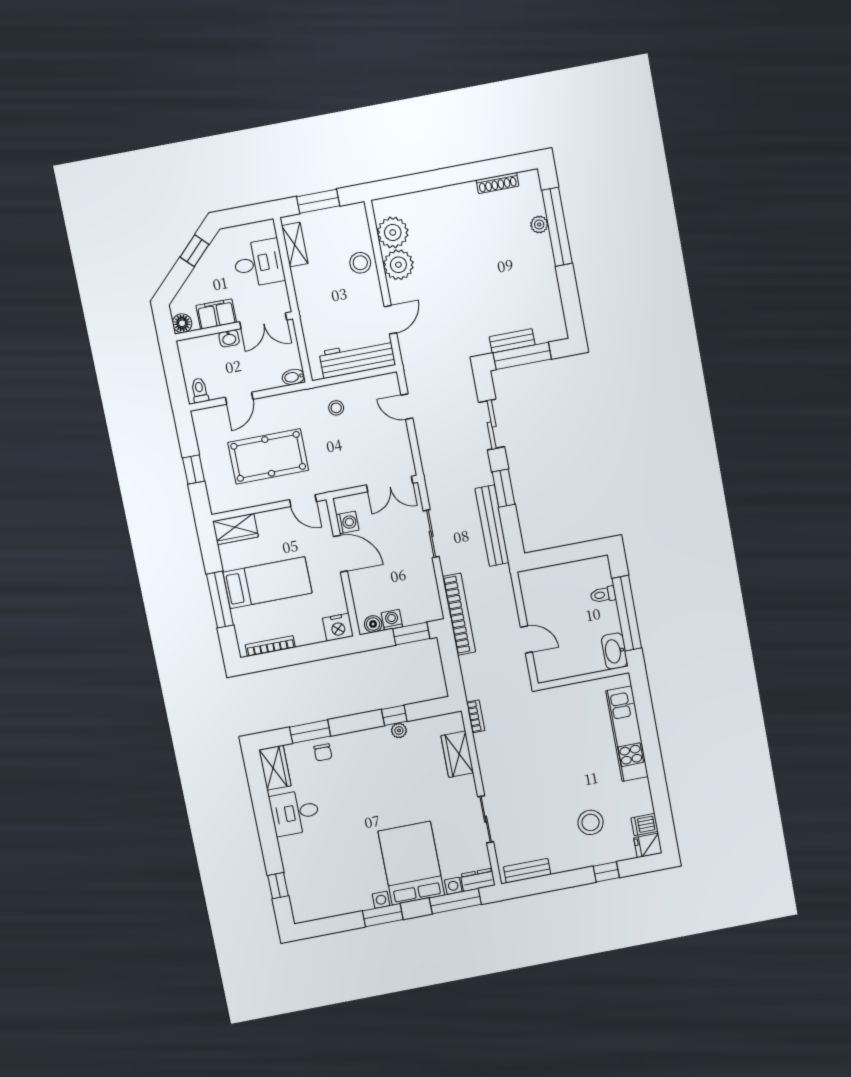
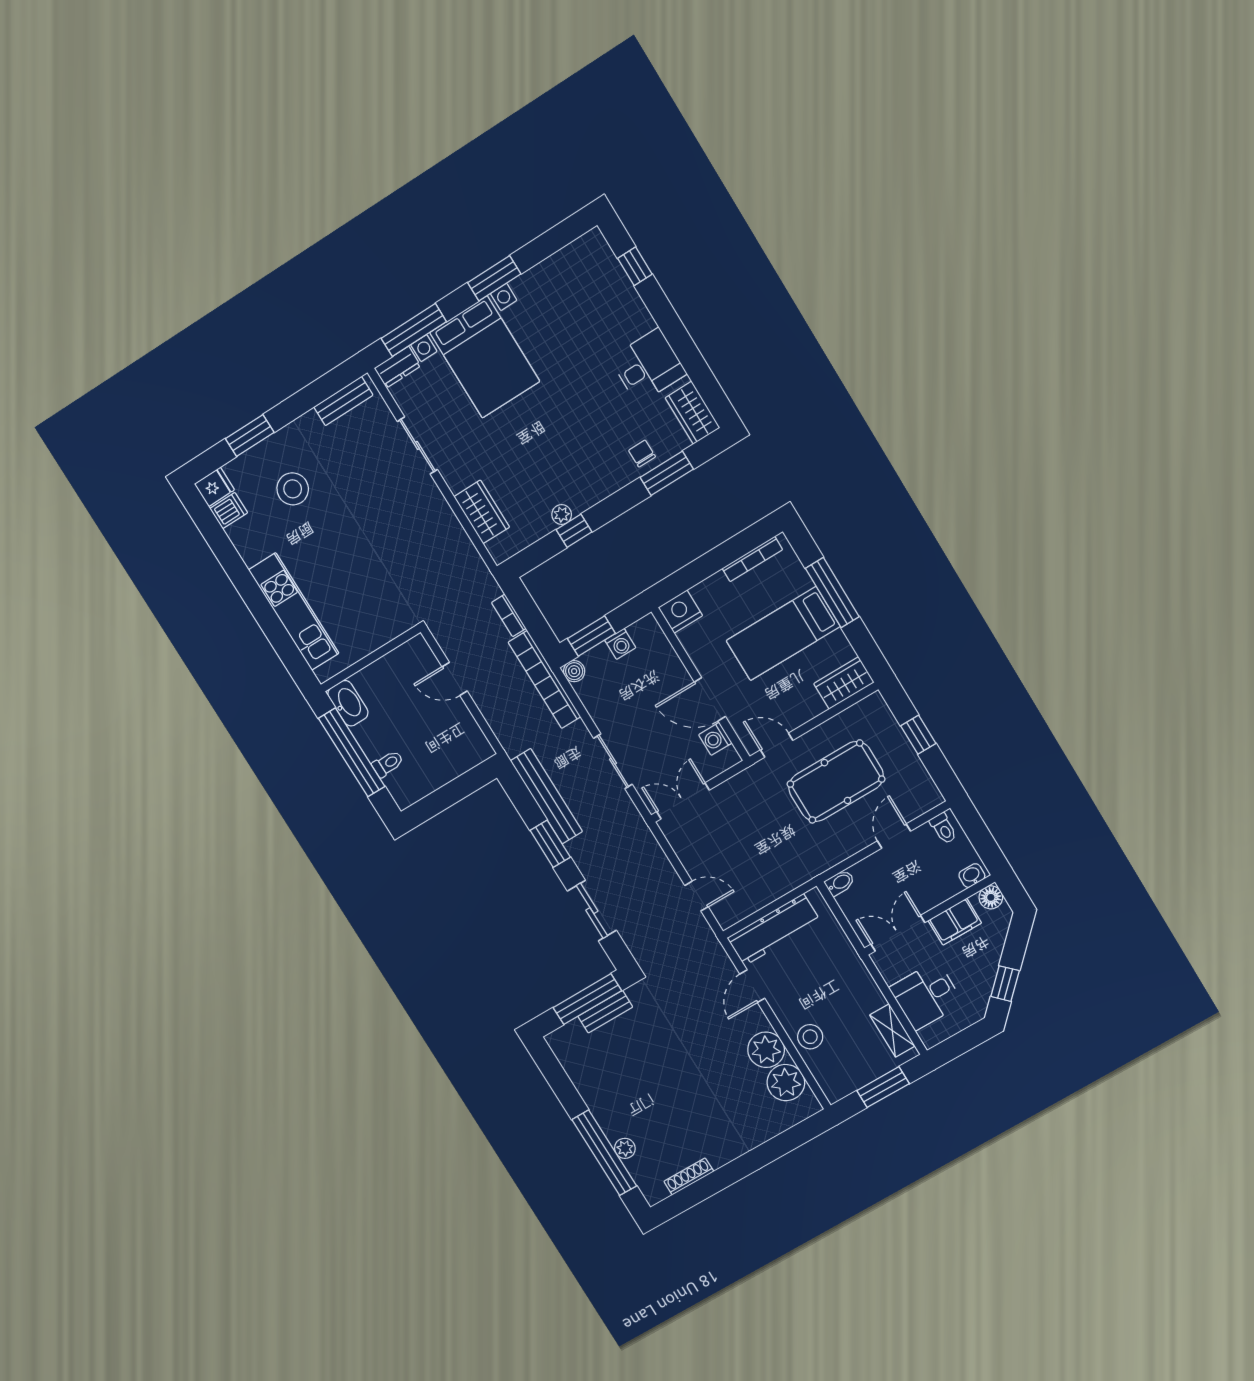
washbasin: (229, 338) -> (972, 876), moved
stool: (336, 408) -> (777, 865), removed
boiler: (373, 624) -> (574, 671), moved
bookcase: (476, 716) -> (509, 615), moved
window: (606, 872) -> (250, 436), width x1.50

